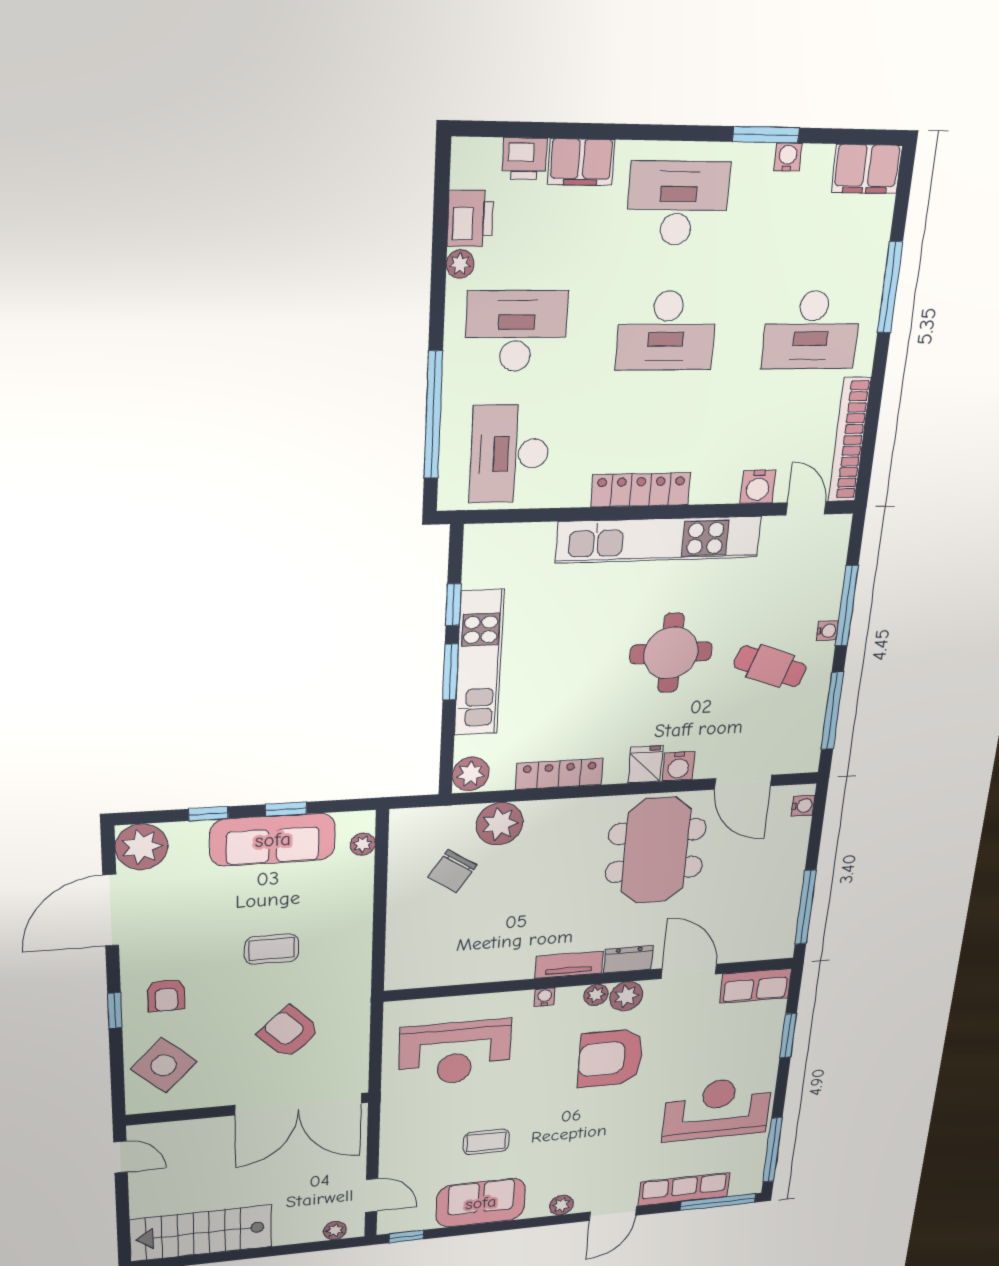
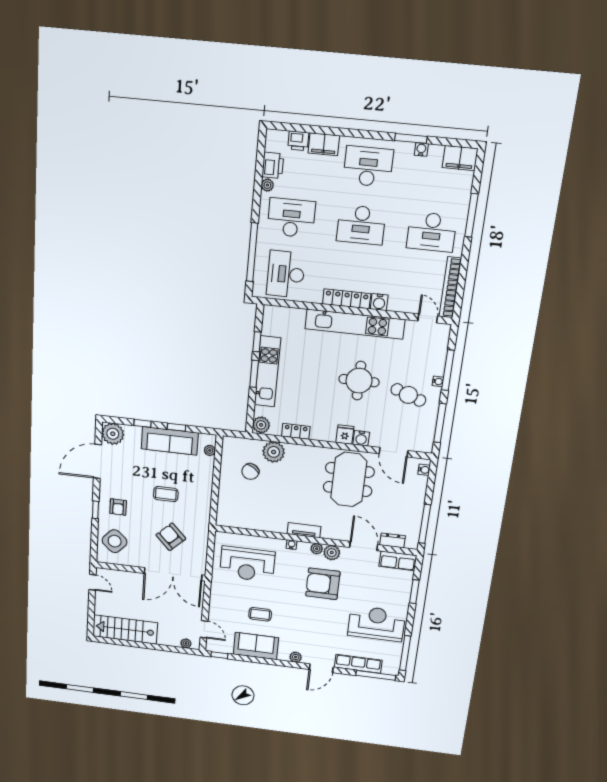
water cooler: (758, 487) -> (379, 302), moved
locker: (559, 774) -> (296, 431), width x0.66
dresser: (628, 959) -> (392, 540), moved

